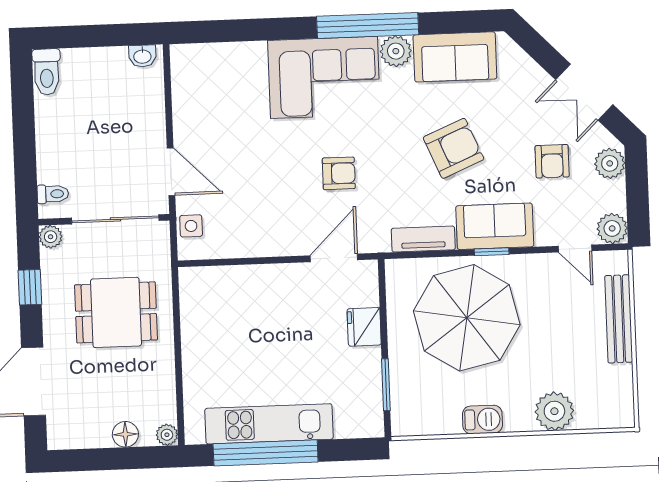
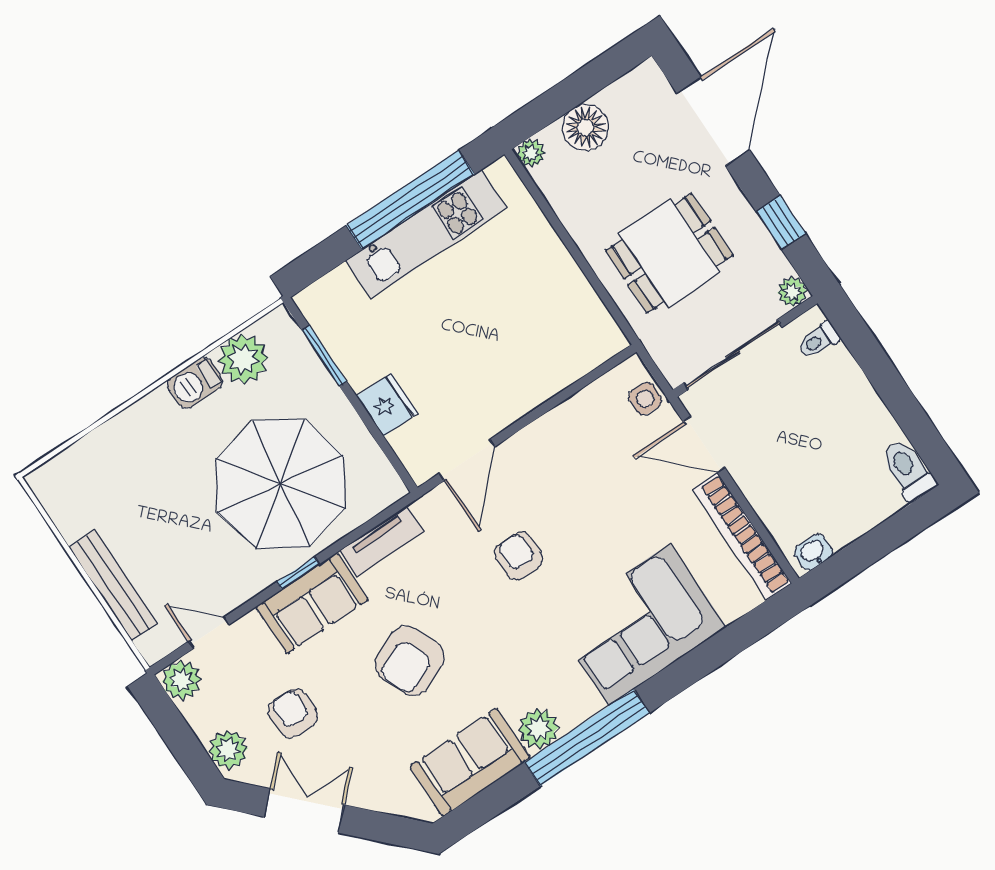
corner sofa: (324, 77) -> (640, 624), moved
bookcase: (183, 95) -> (742, 536), added
armchair: (339, 173) -> (519, 556), turned 90
plant: (554, 411) -> (243, 359), moved
floor lamp: (125, 434) -> (585, 127), width x1.38, depth x1.38

